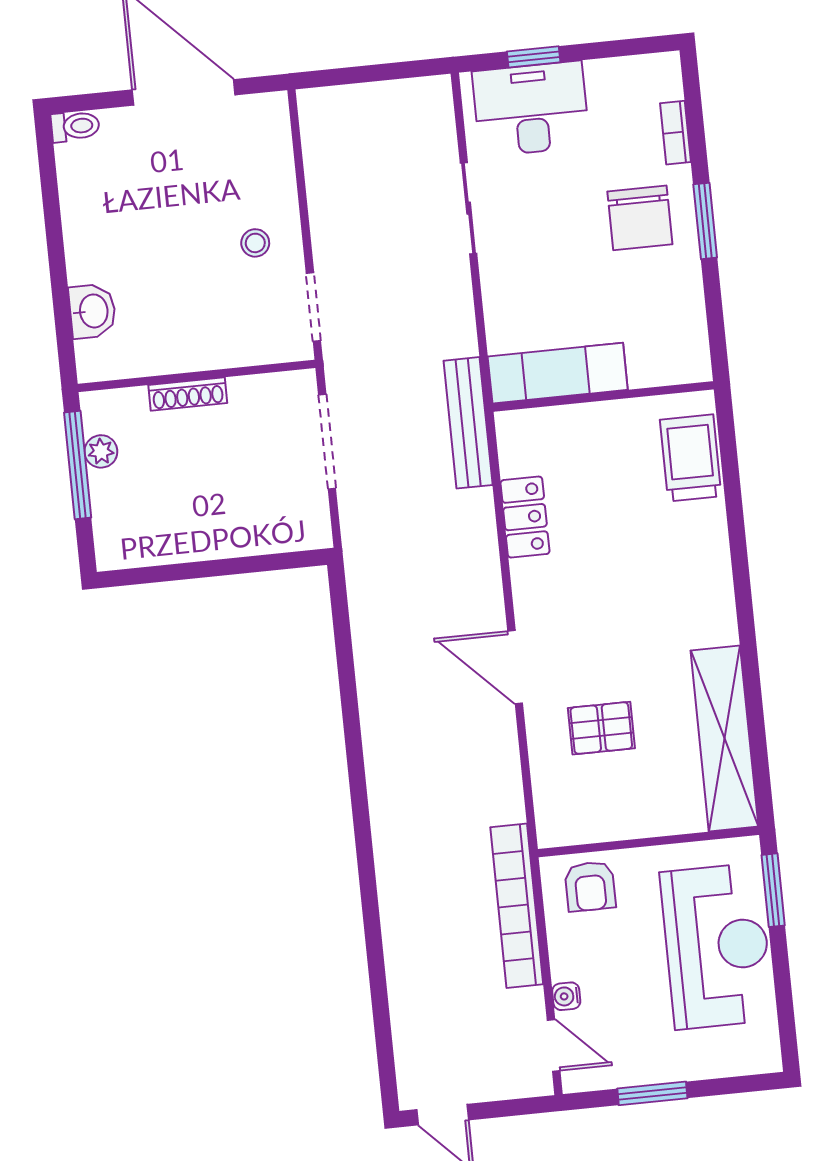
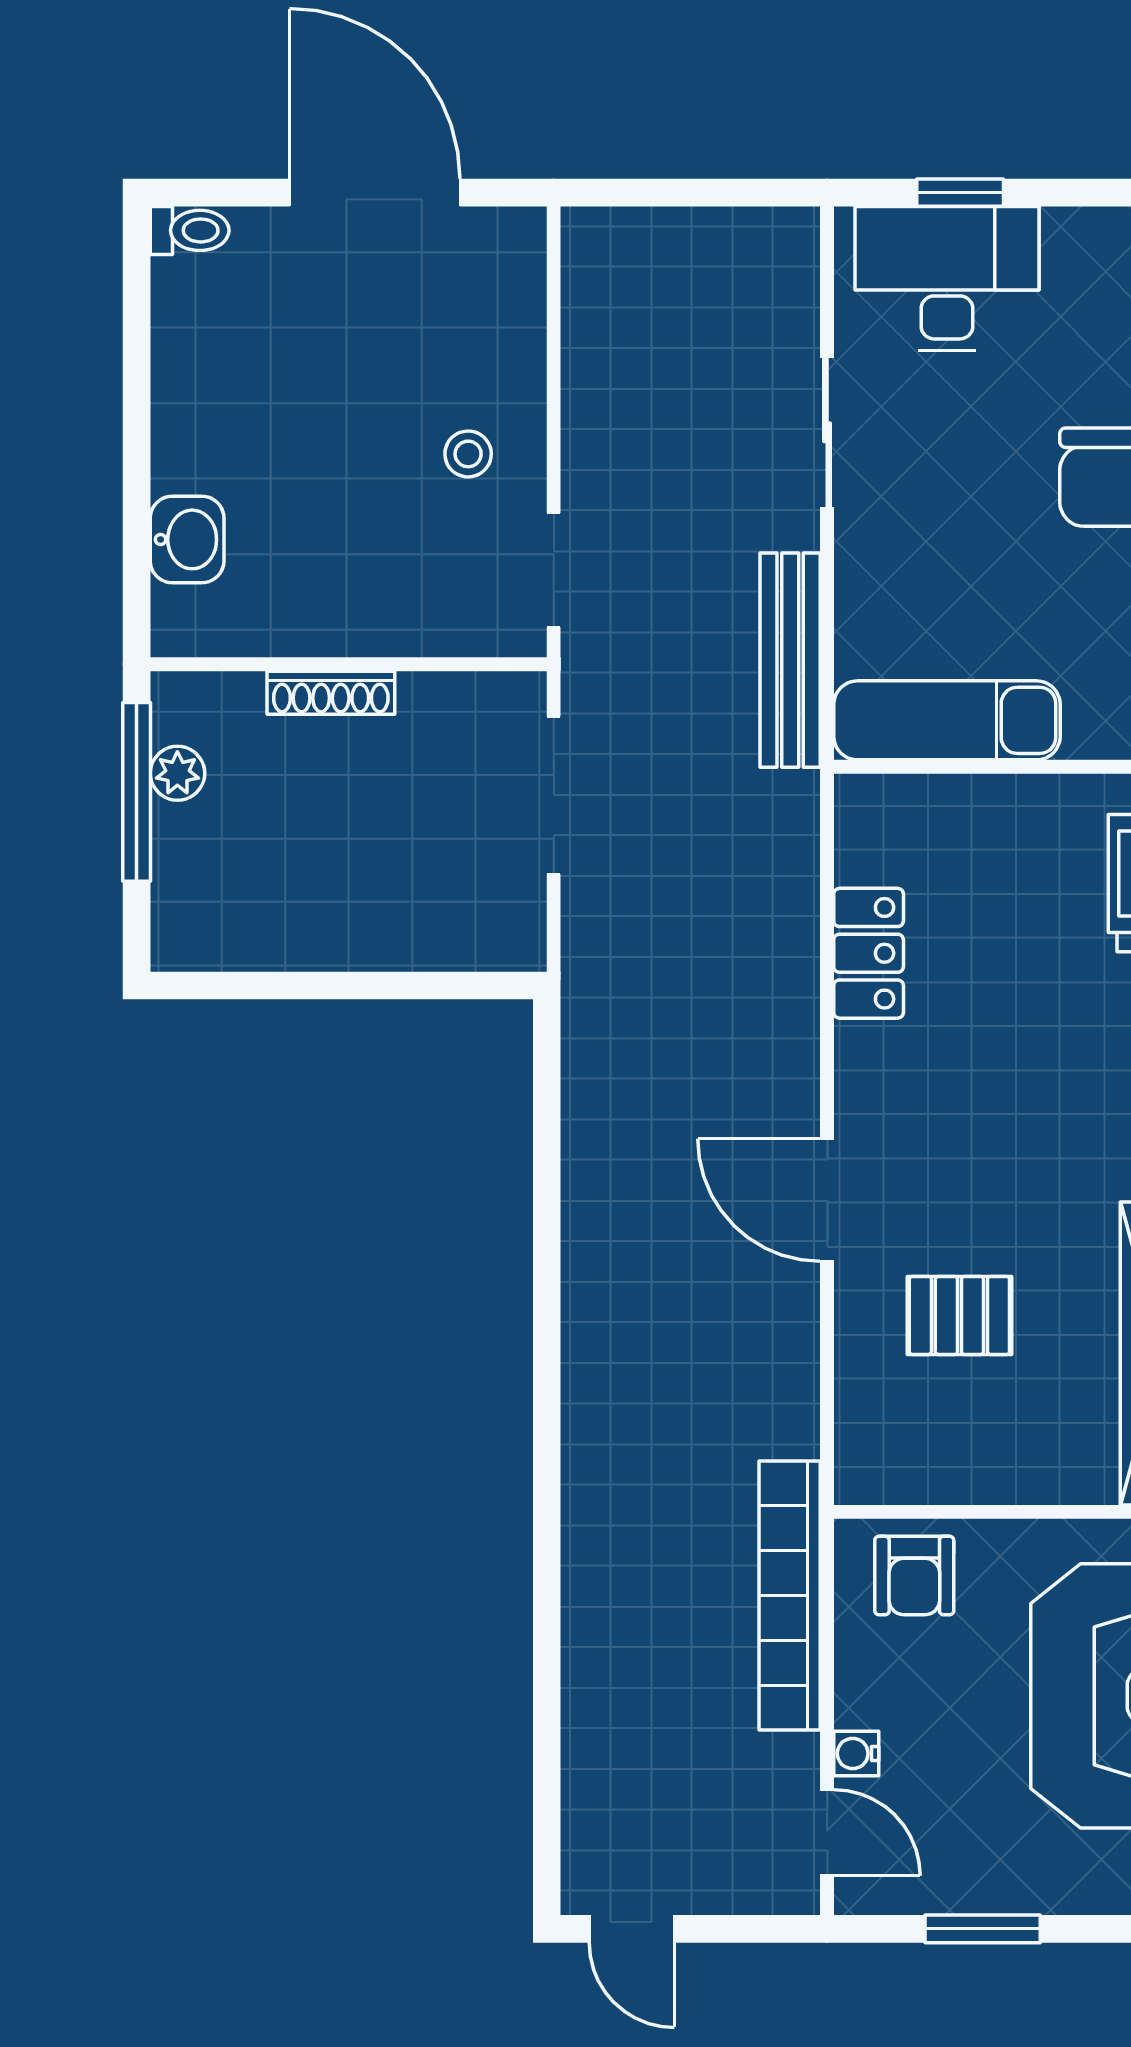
bench: (468, 423) -> (790, 660), moved

